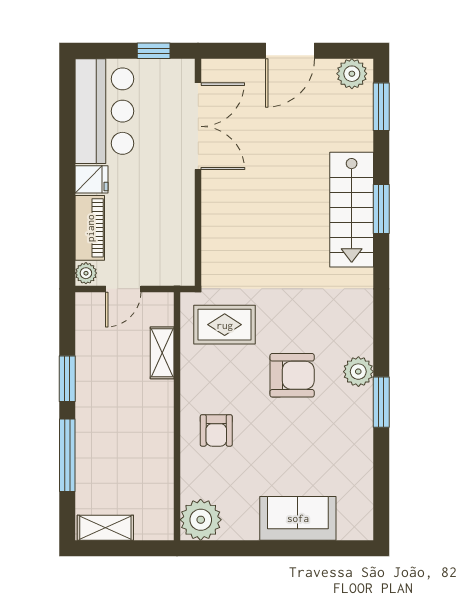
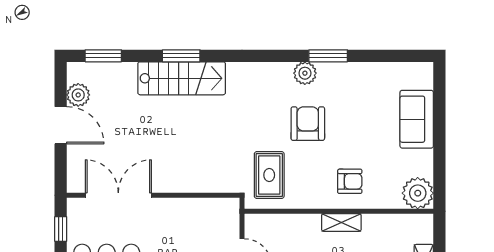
plant: (352, 74) -> (78, 95), moved
shelving: (162, 353) -> (341, 222), moved

